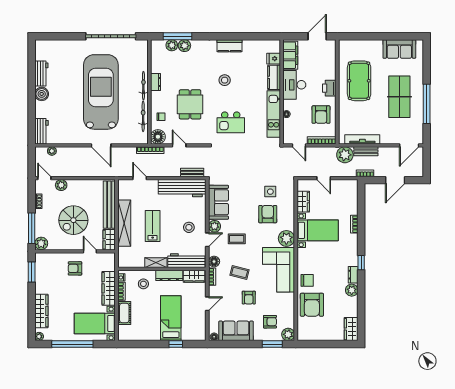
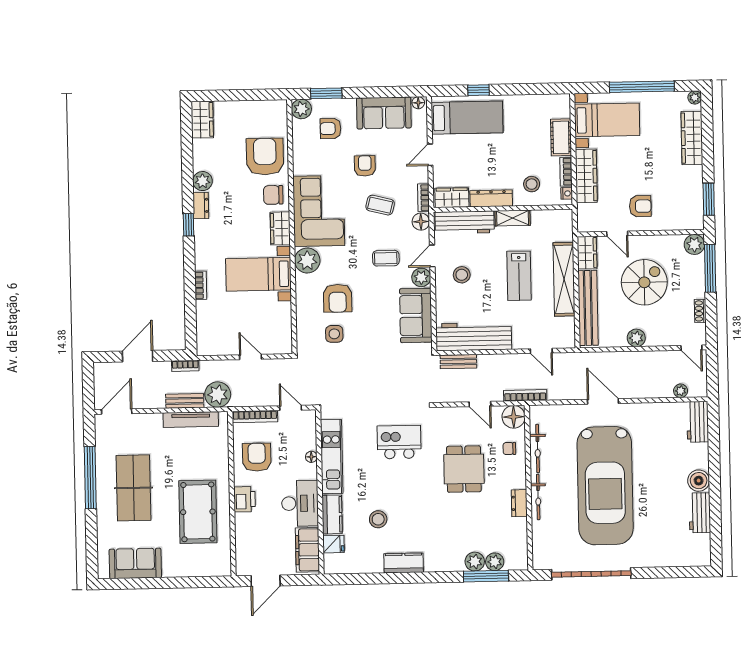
stool: (225, 80) -> (378, 519), moved
plant: (61, 185) -> (636, 338), moved
wardrobe: (303, 202) -> (280, 228), moved
bed: (171, 318) -> (467, 118), moved, turned -90

